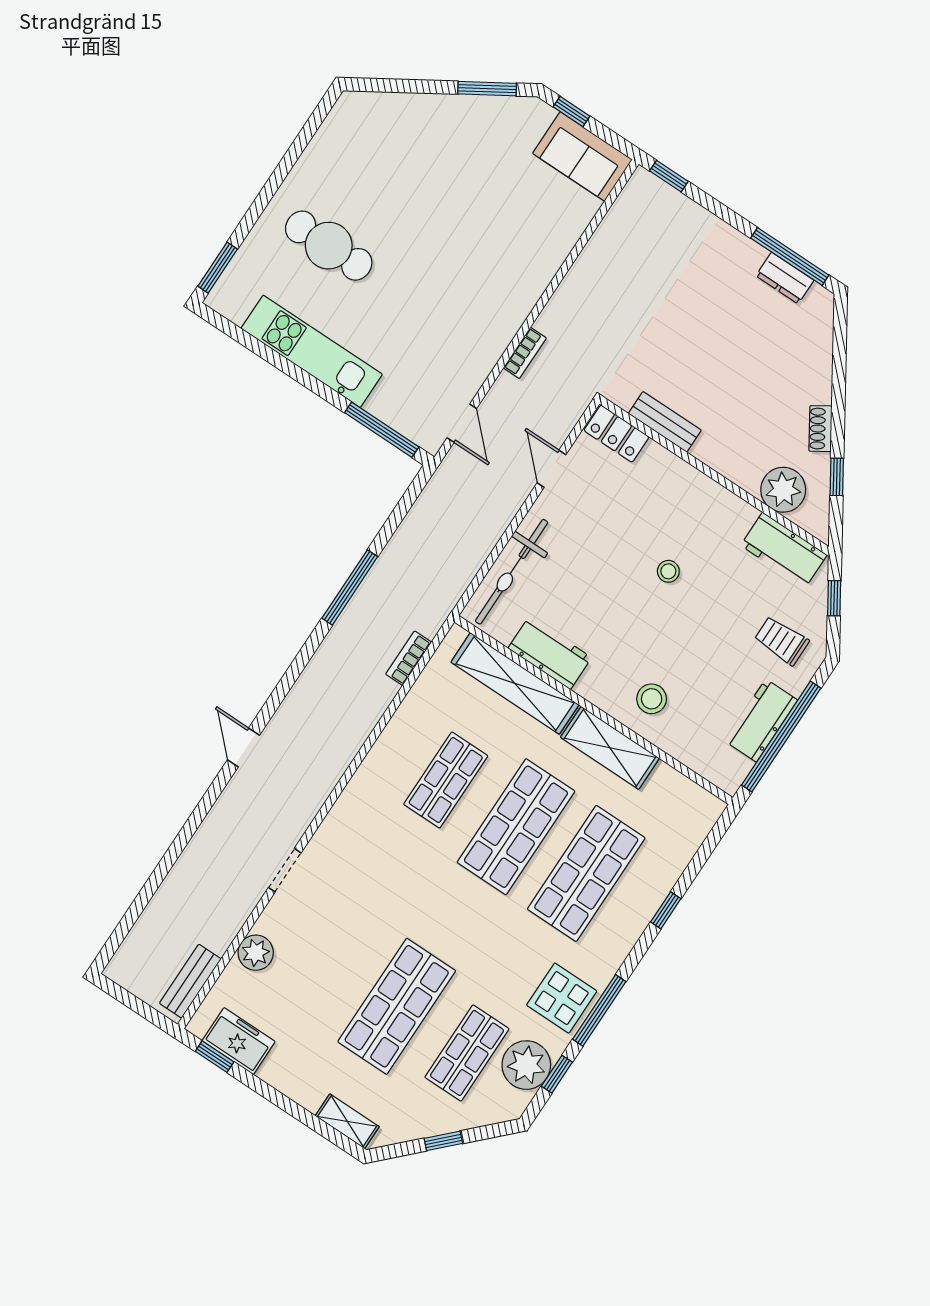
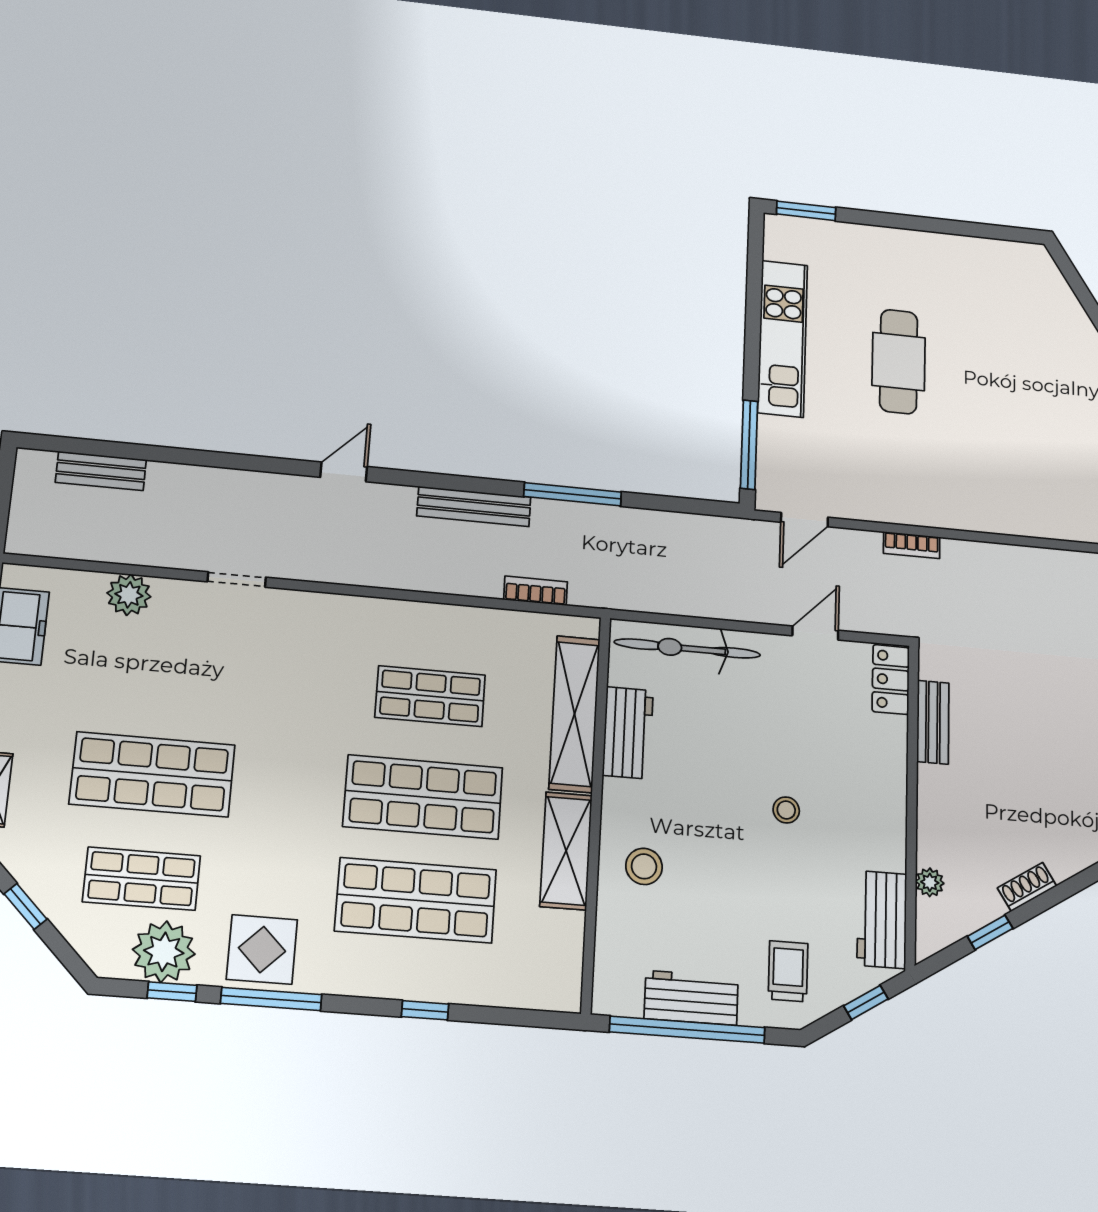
cafe table: (329, 246) -> (899, 362), moved
plant: (783, 490) -> (930, 882), width x0.53, depth x0.53
bench: (320, 667) -> (474, 507), added
bench: (190, 981) -> (101, 471), moved

